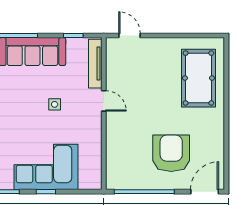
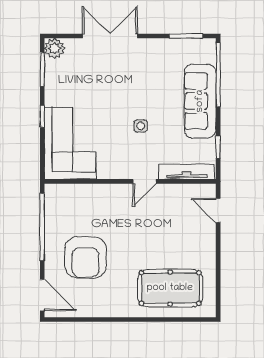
door: (130, 36) -> (218, 210), swing flipped
armchair: (171, 153) -> (86, 257), turned 90
corner sofa: (46, 167) -> (70, 143), moved

